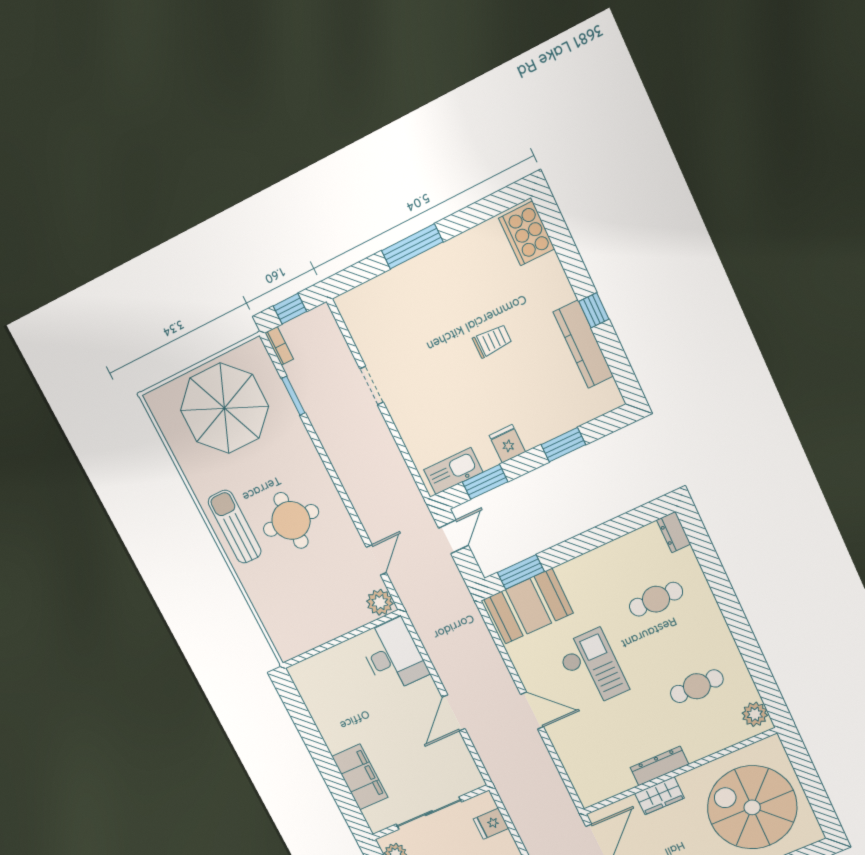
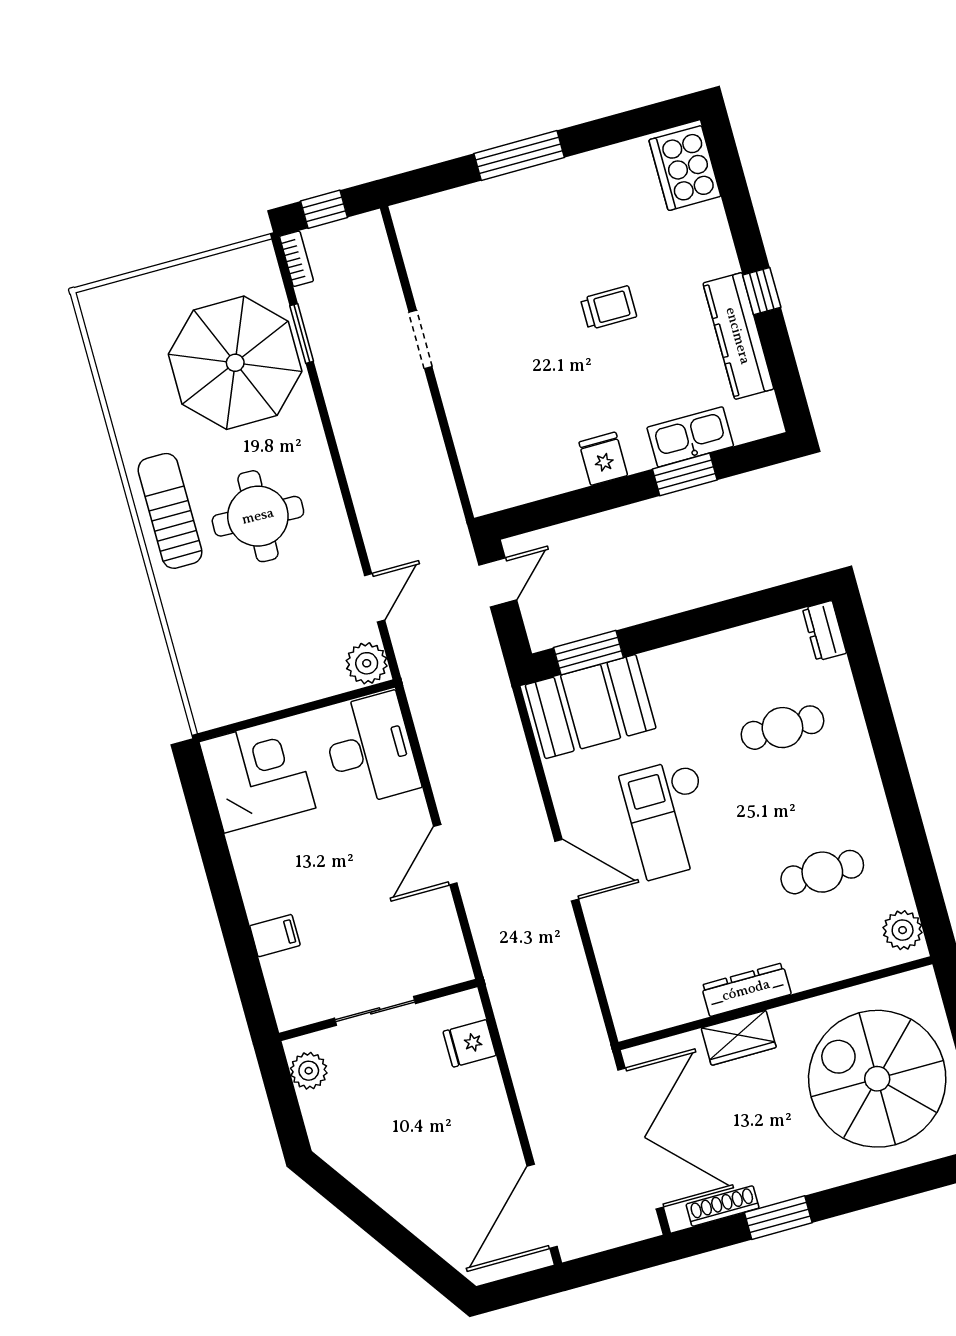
parasol: (224, 408) -> (235, 363), moved
kitchen sink: (453, 471) -> (690, 437), moved
window: (485, 482) -> (560, 509), removed
checkout: (592, 668) -> (670, 818), turned 180
corner desk: (326, 683) -> (257, 775), added
filing cabinet: (360, 777) -> (275, 936), width x0.33, depth x0.86
sliding door: (429, 813) -> (375, 1011), width x0.73

